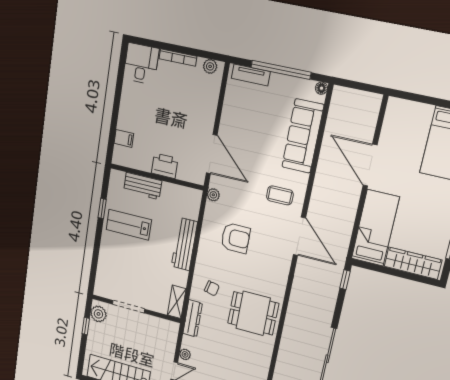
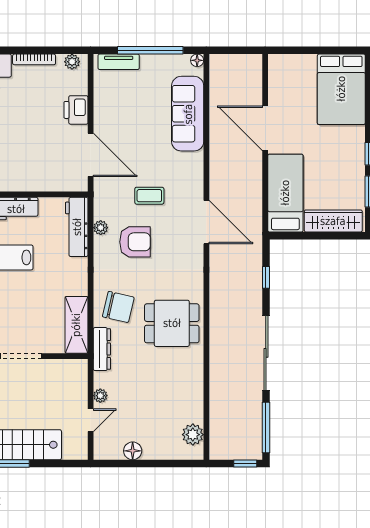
printer: (165, 166) -> (76, 110), moved, turned -90
plant: (213, 195) -> (101, 228), moved
coffee table: (280, 195) -> (149, 196), moved
workbench: (184, 244) -> (77, 227), moved
window: (345, 280) -> (266, 277), moved
chair: (212, 288) -> (118, 307), width x1.87, depth x1.87
shelving: (177, 302) -> (76, 325), width x1.50, depth x1.33

